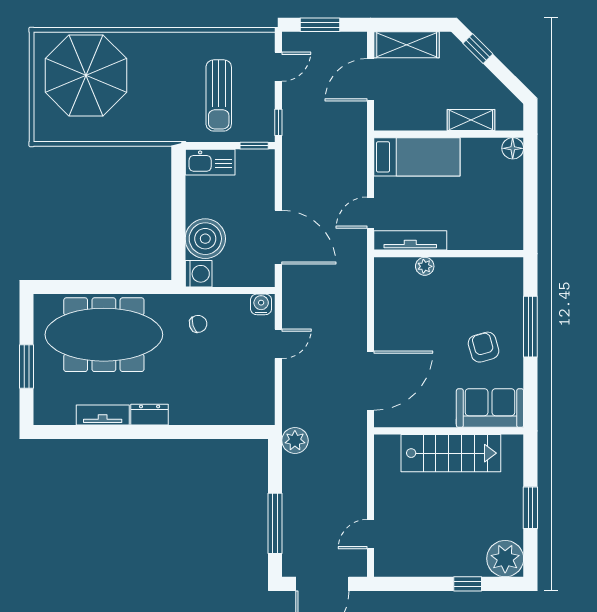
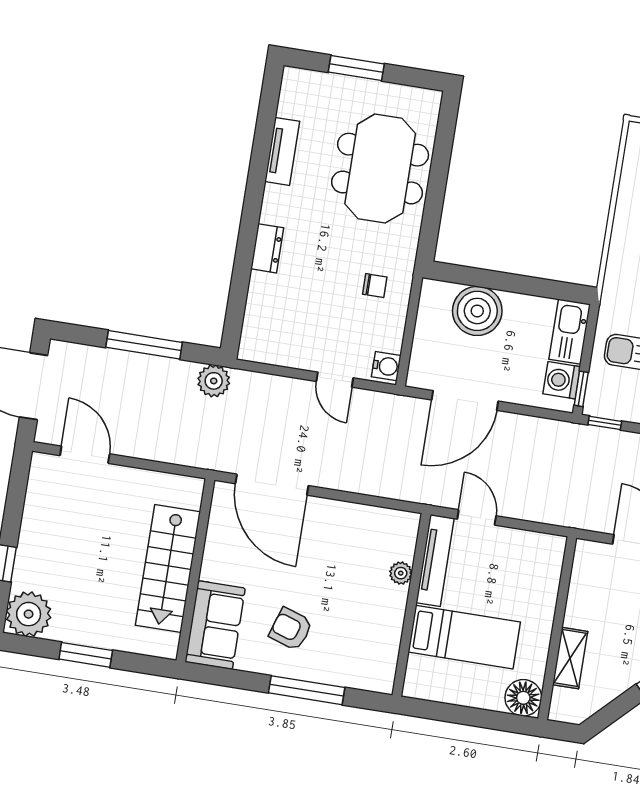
floor lamp: (513, 148) -> (523, 698), width x1.38, depth x1.38
bed: (417, 157) -> (464, 637), moved, turned -90
washing machine: (199, 274) -> (562, 380), moved, turned 90
chair: (198, 324) -> (375, 286), turned -73
meeting table: (104, 335) -> (380, 169), width x0.73
armchair: (484, 347) -> (291, 629), turned -146
dresser: (150, 415) -> (267, 248), moved
window: (275, 523) -> (144, 345), moved
door: (370, 534) -> (85, 455), width x1.38

